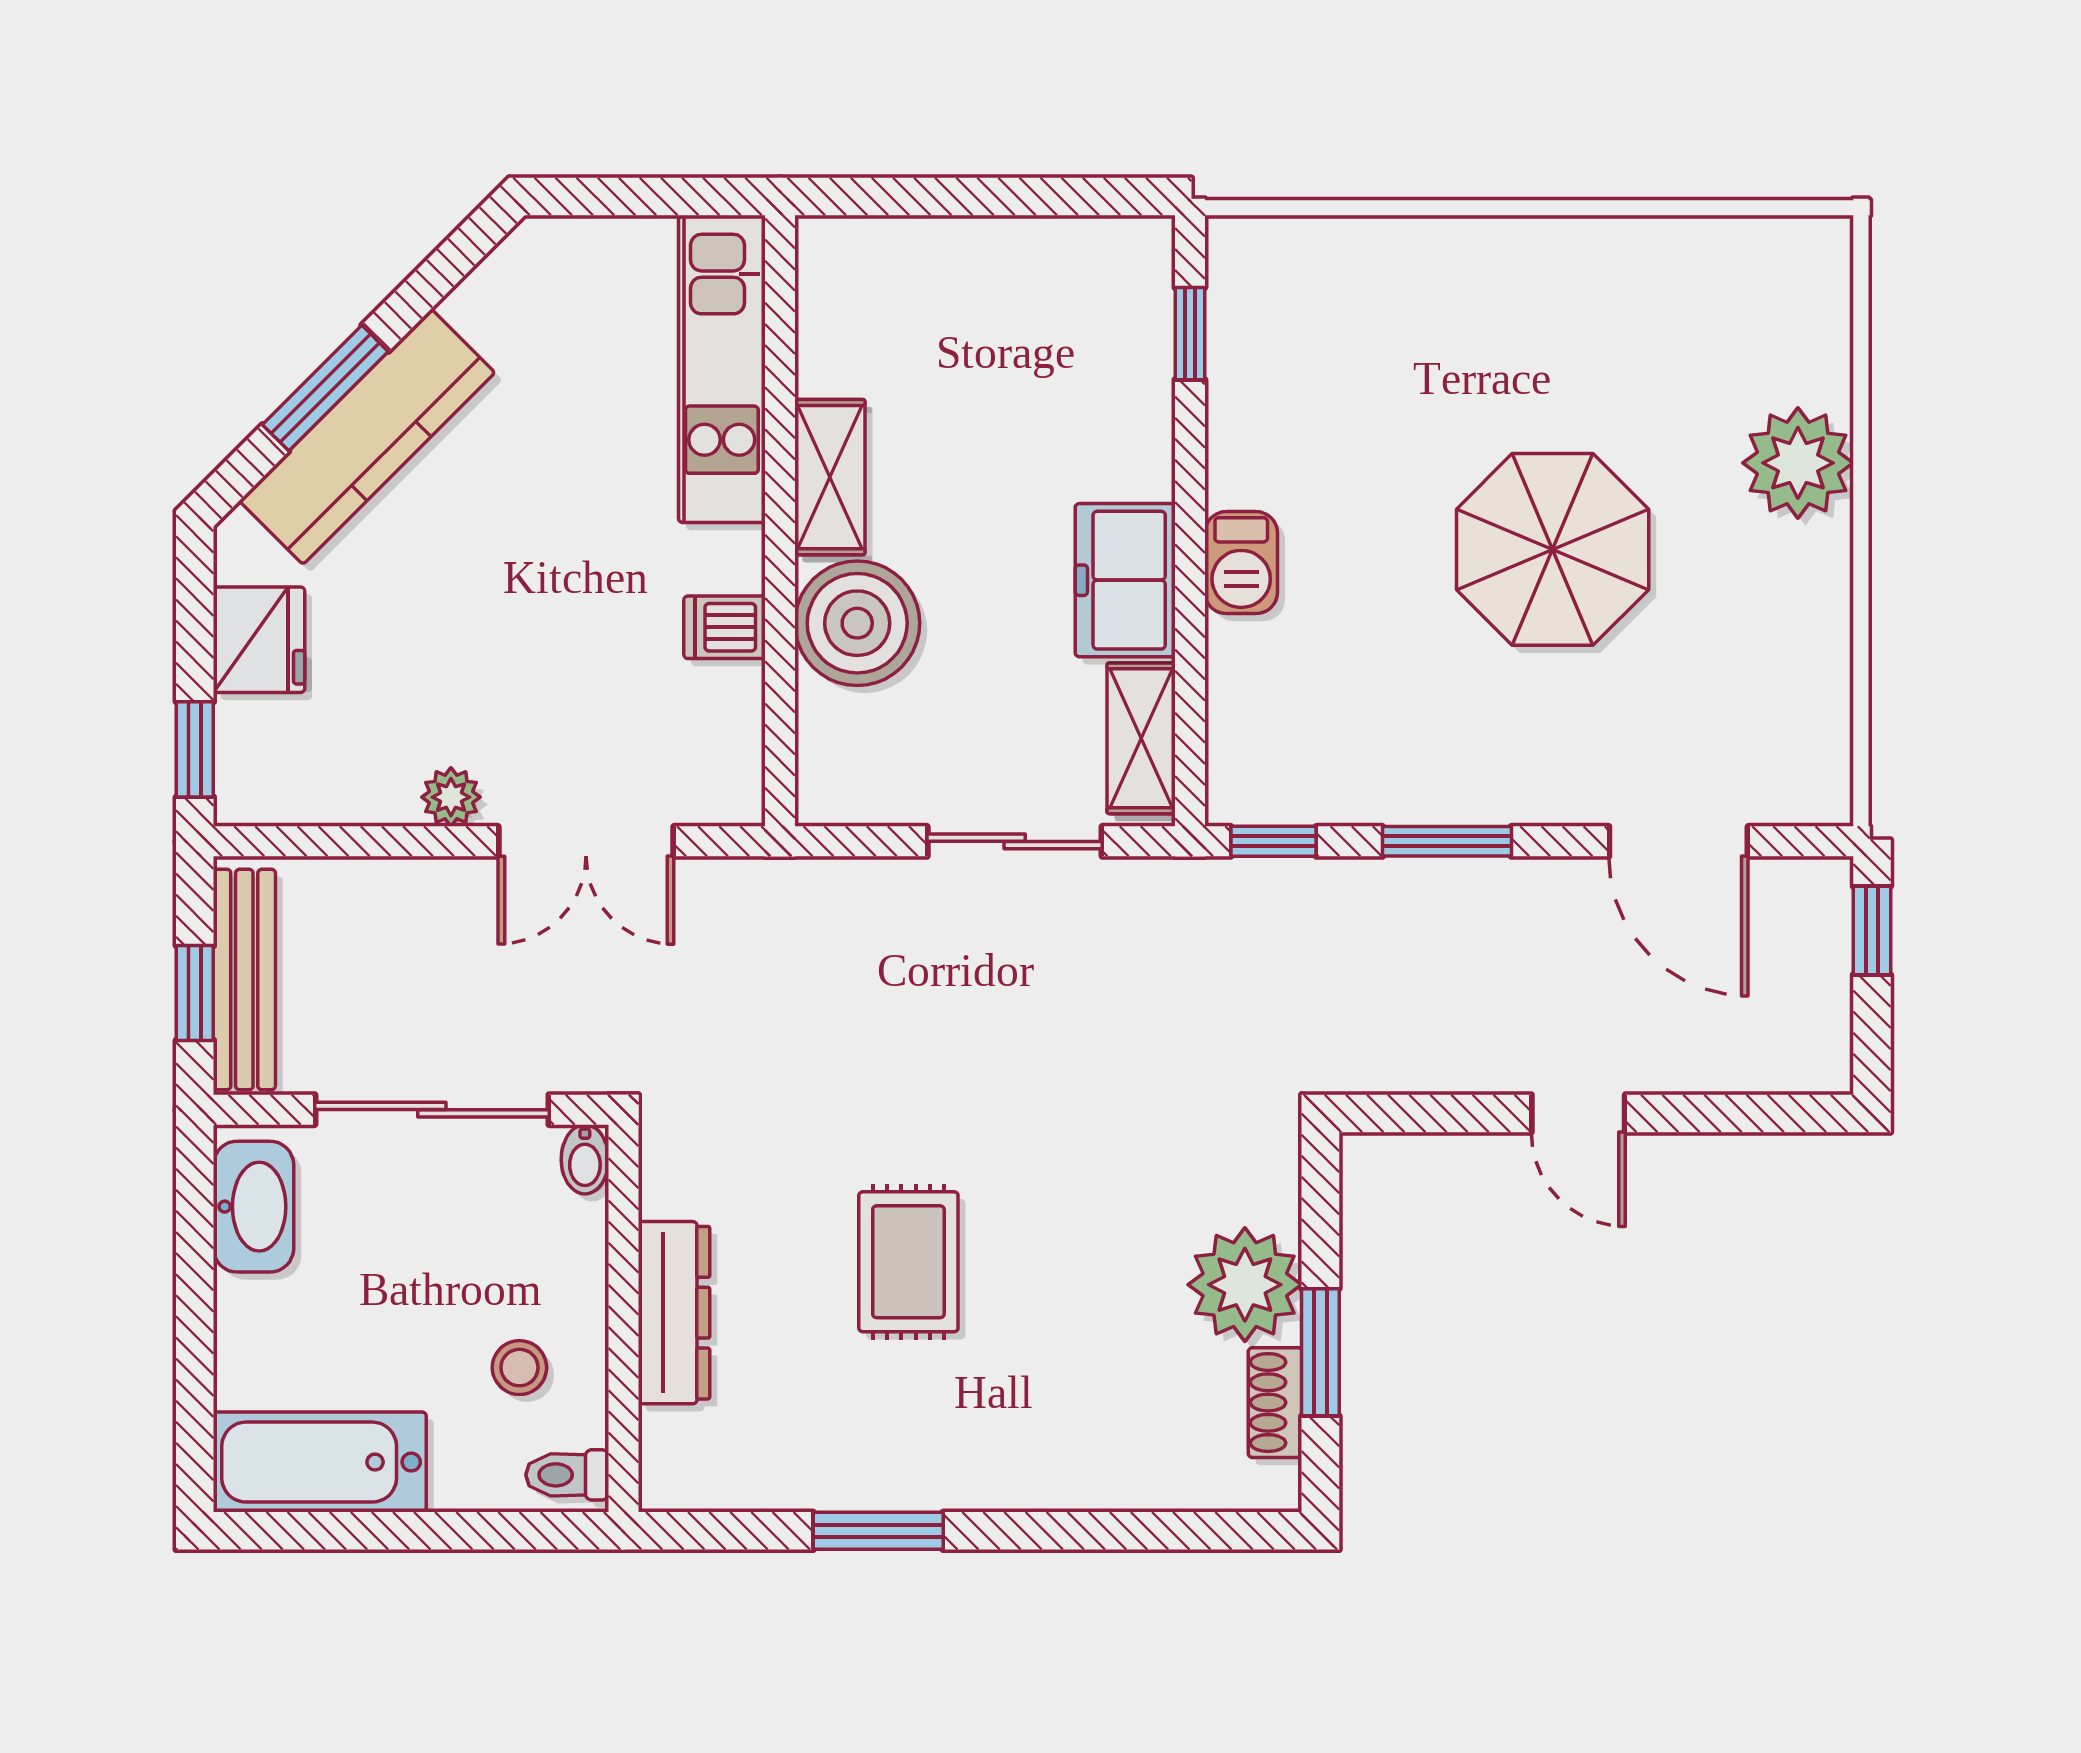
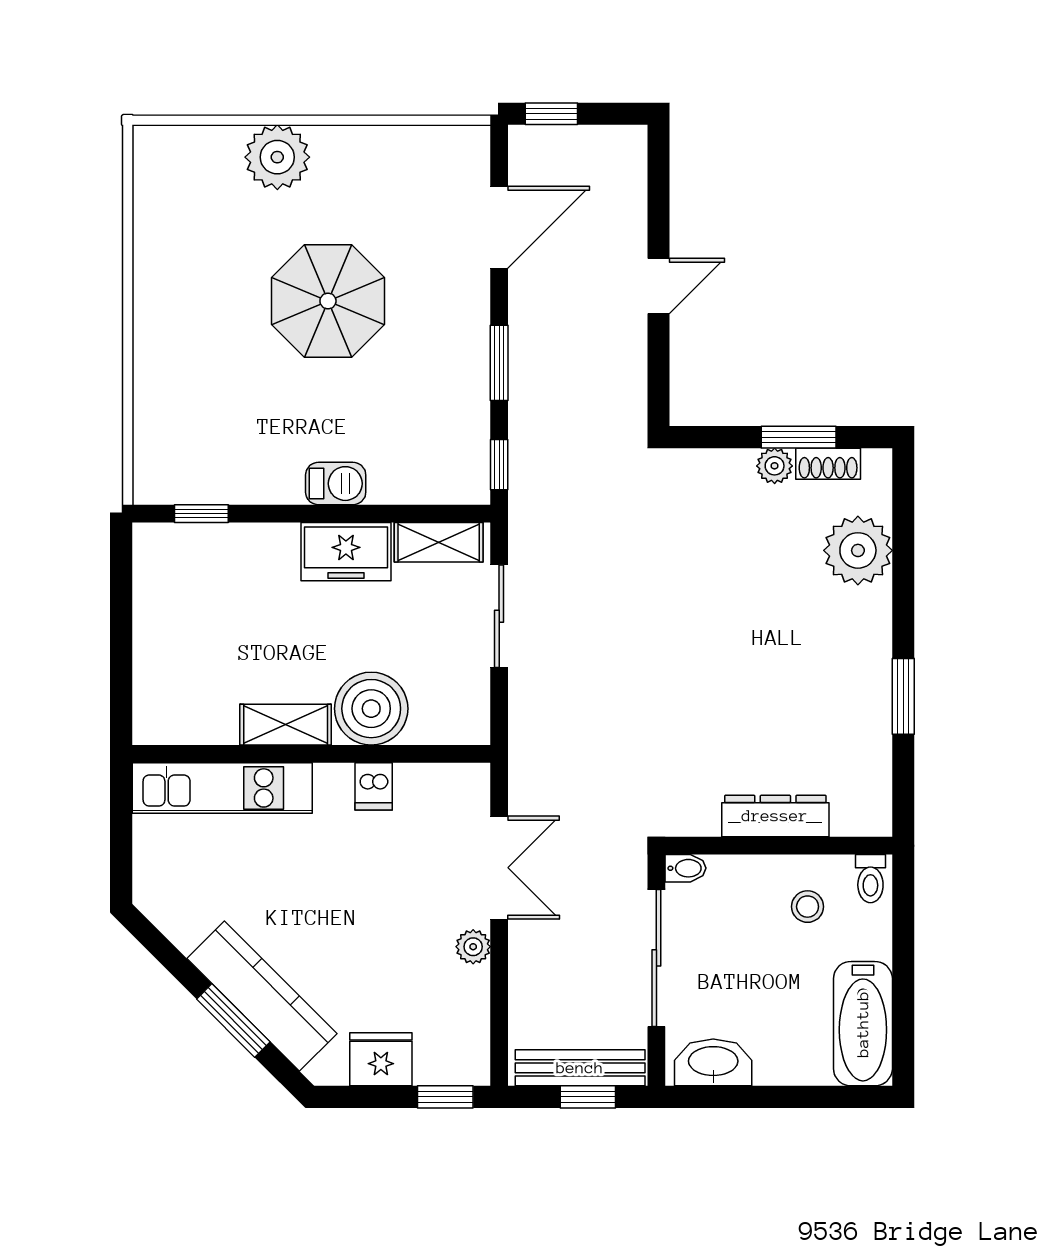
rug: (908, 1262) -> (746, 679), removed
plant: (1245, 1285) -> (775, 466), width x0.53, depth x0.53
plant: (1127, 1453) -> (858, 550), added

